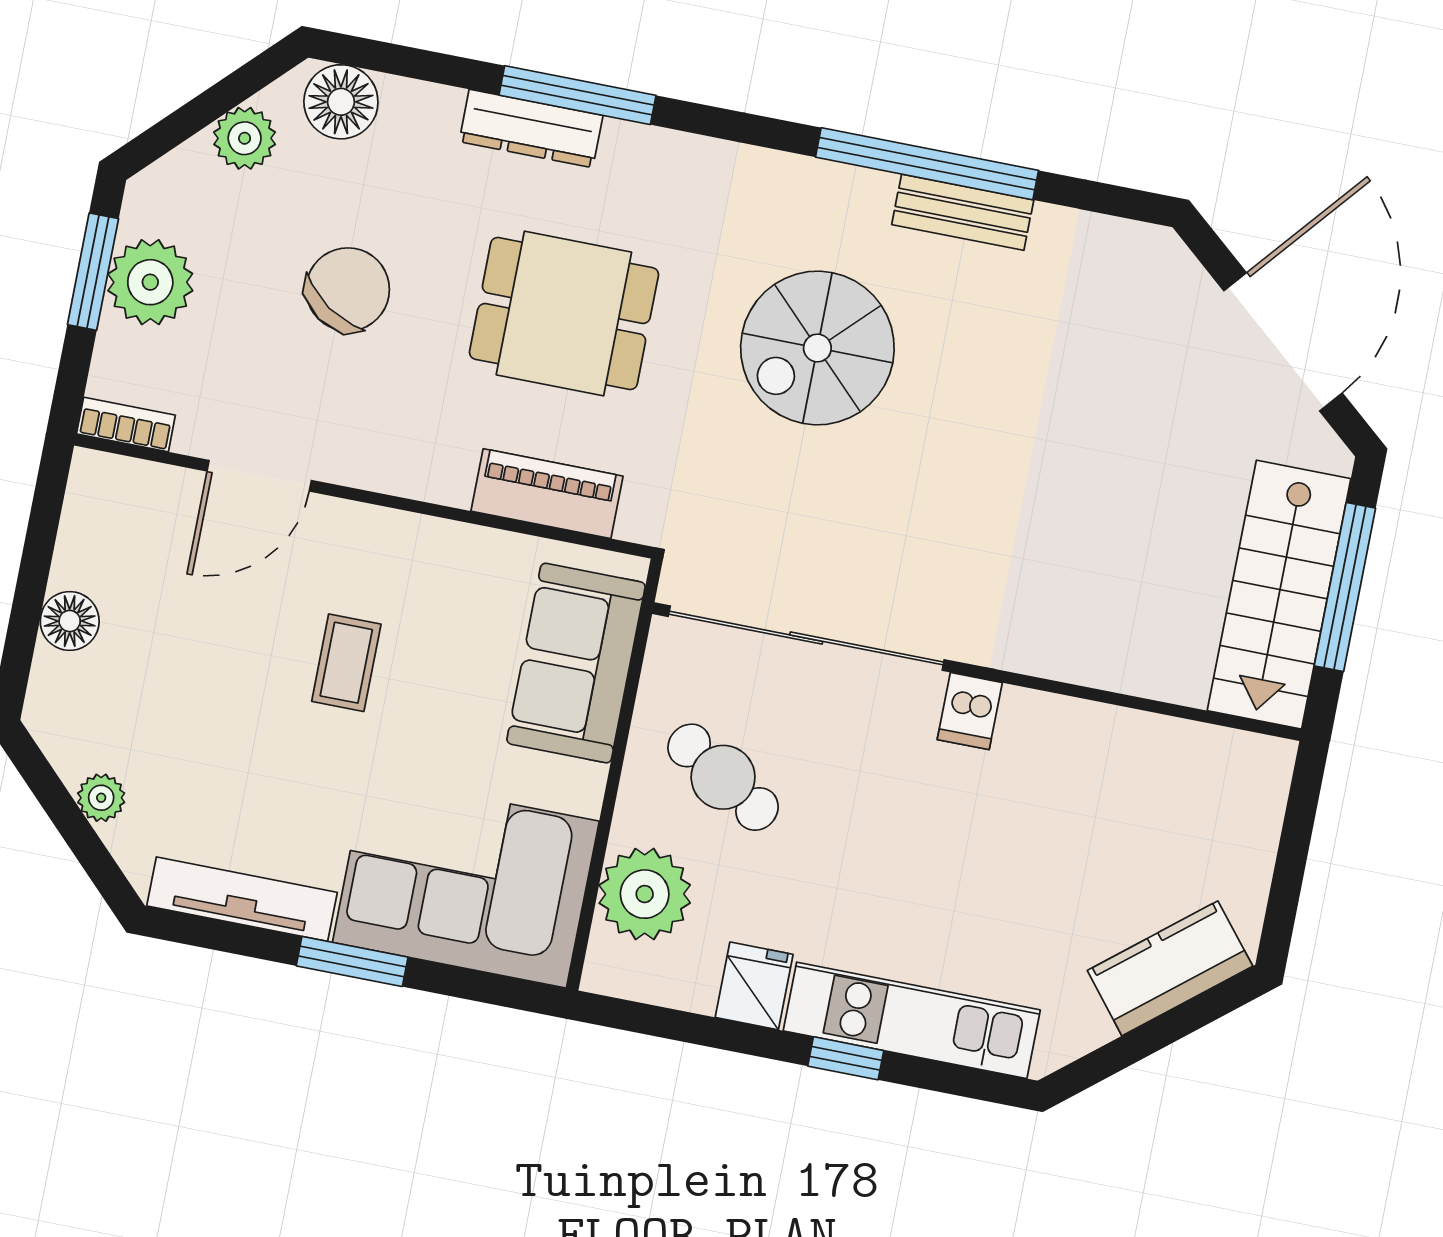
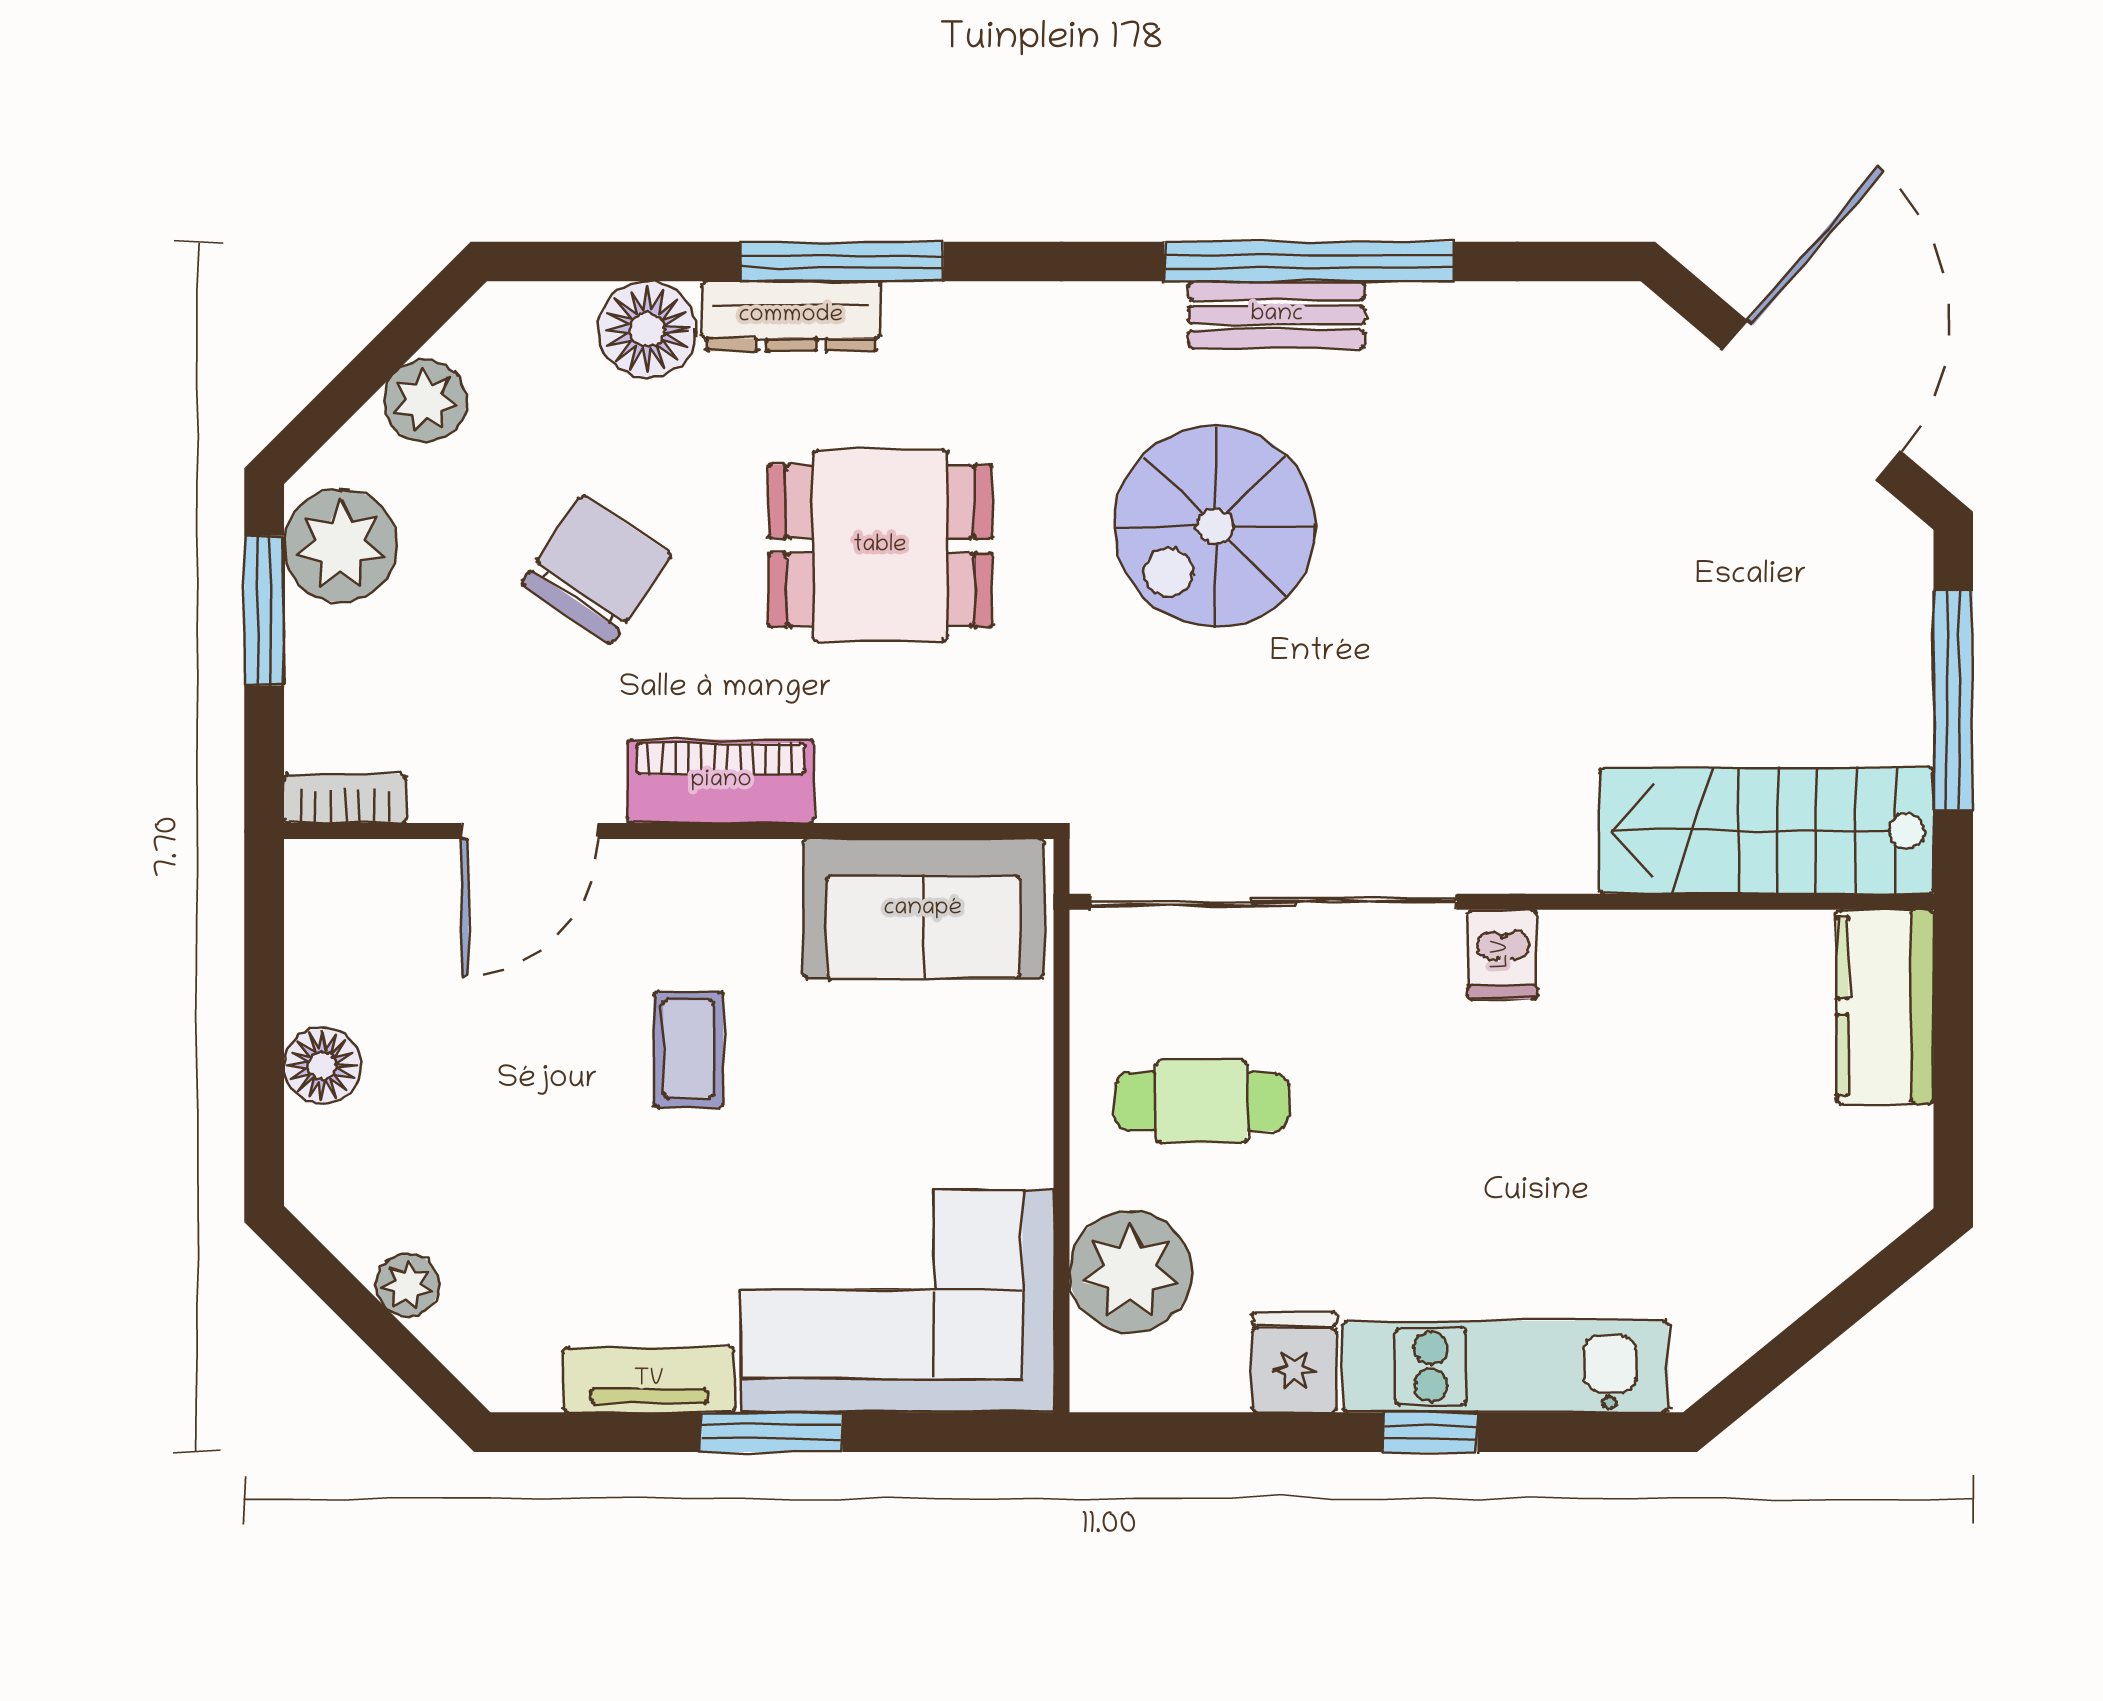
floor lamp: (341, 102) -> (647, 330), moved
bench: (963, 212) -> (1277, 315), moved
plant: (150, 282) -> (341, 546), moved
piano: (547, 494) -> (721, 781), moved
stairs: (1279, 595) -> (1766, 831), moved, turned 90
sofa: (576, 663) -> (923, 909), moved, turned -90
cafe table: (723, 777) -> (1202, 1102), turned -32
tv unit: (242, 899) -> (649, 1380), width x0.71
kitchen counter: (1170, 968) -> (1885, 1007), moved, turned -51

